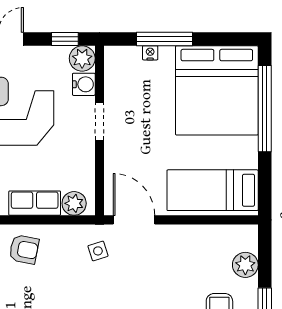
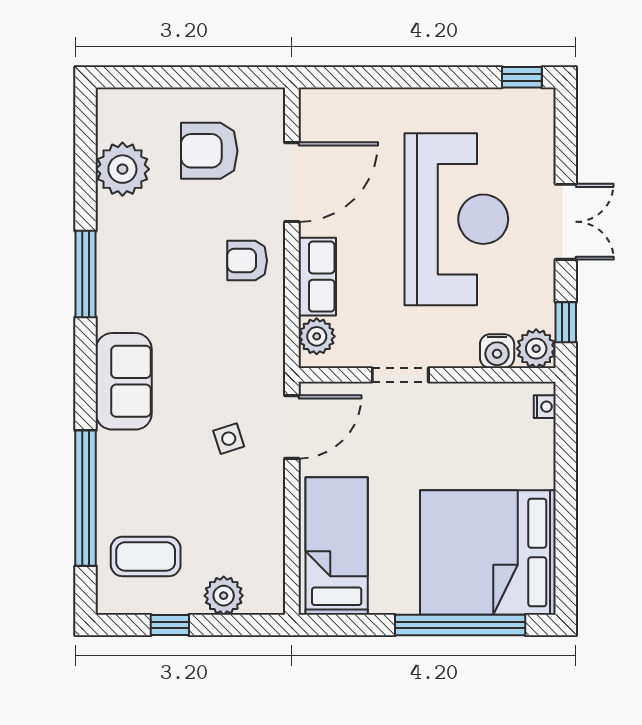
window: (165, 39) -> (566, 473), removed
nightstand: (150, 53) -> (545, 407), moved
doorway: (99, 121) -> (400, 375), moved
armchair: (24, 249) -> (247, 261), turned 79
side table: (98, 251) -> (229, 439), moved

